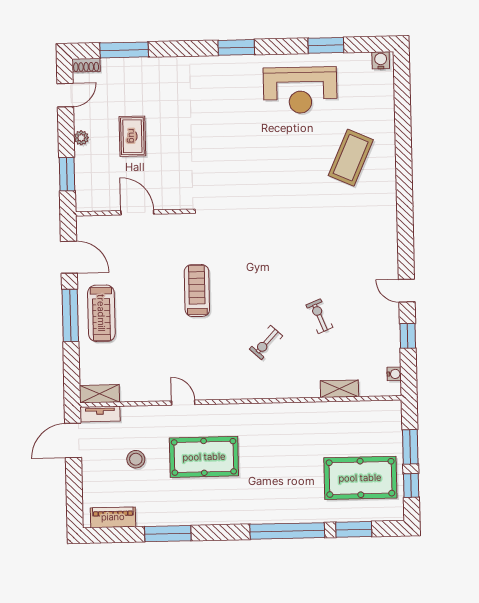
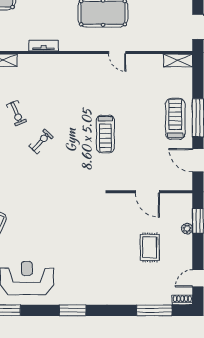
plant: (81, 138) -> (187, 229), moved
exercise bike: (266, 342) -> (41, 141), moved
tv unit: (100, 414) -> (44, 46), moved
stool: (136, 459) -> (153, 12), removed

